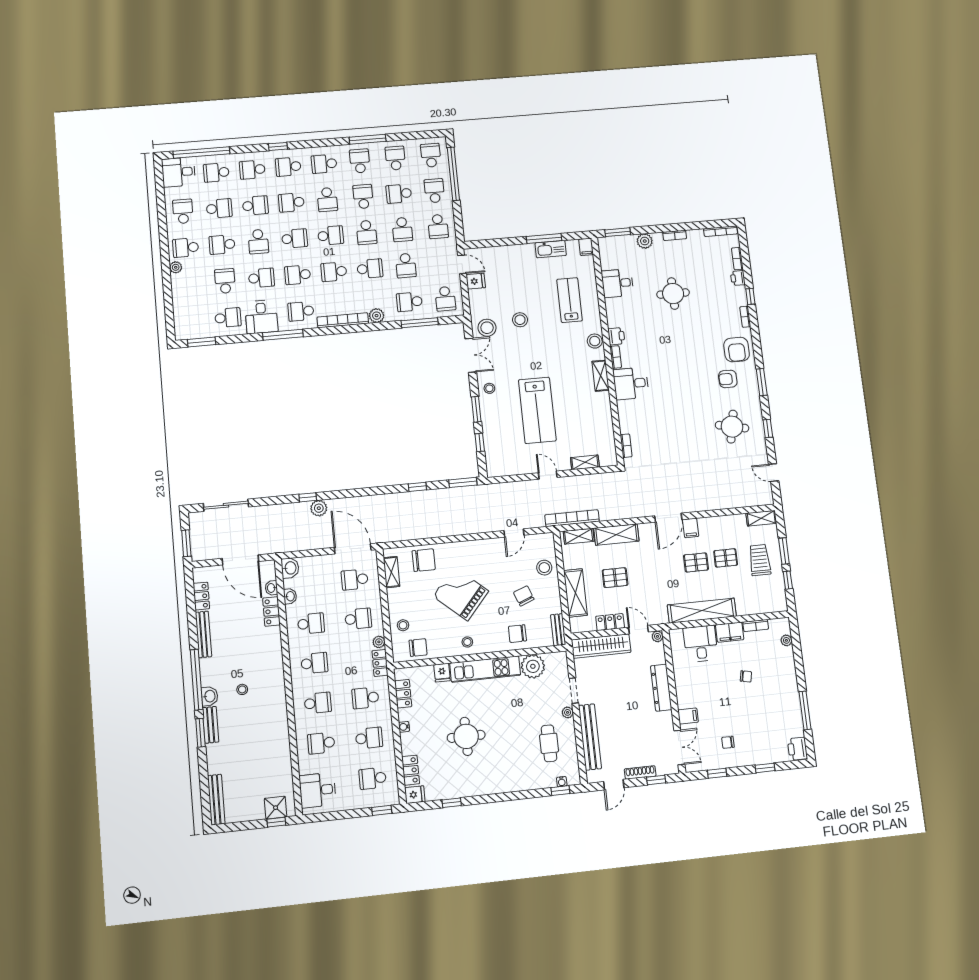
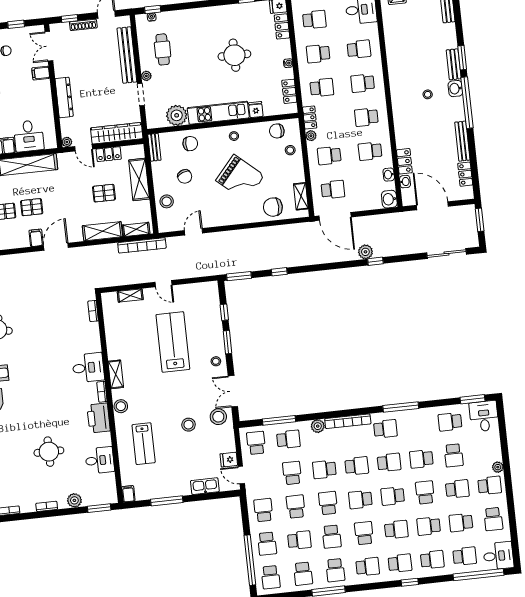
kitchen sink: (551, 249) -> (205, 486), moved
desk: (261, 317) -> (484, 416), moved
printer: (616, 336) -> (99, 418), width x1.87, depth x1.48

